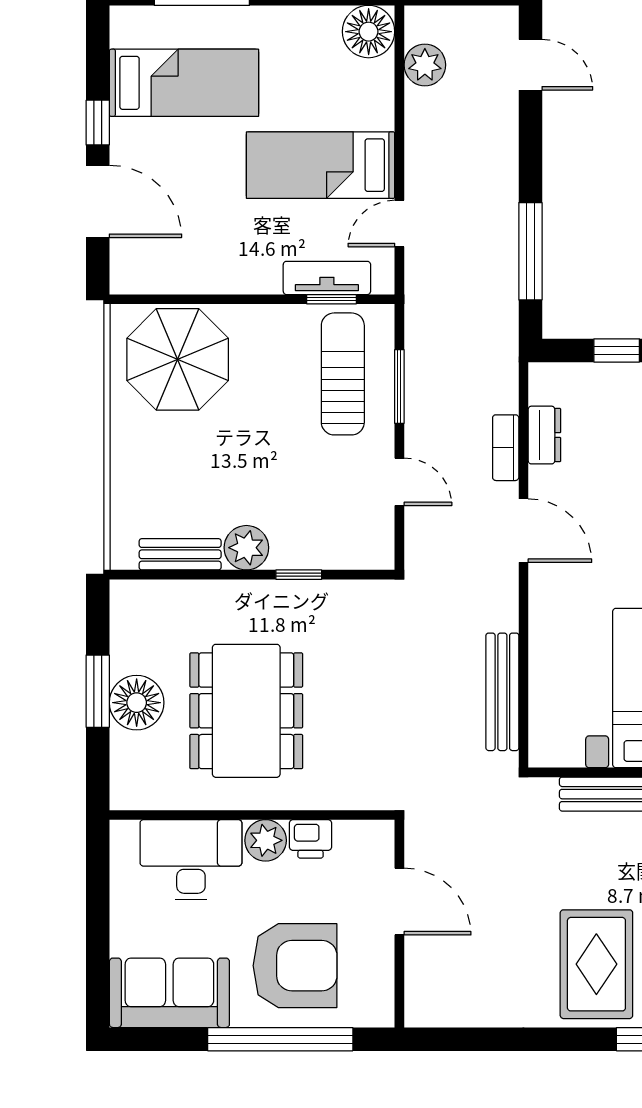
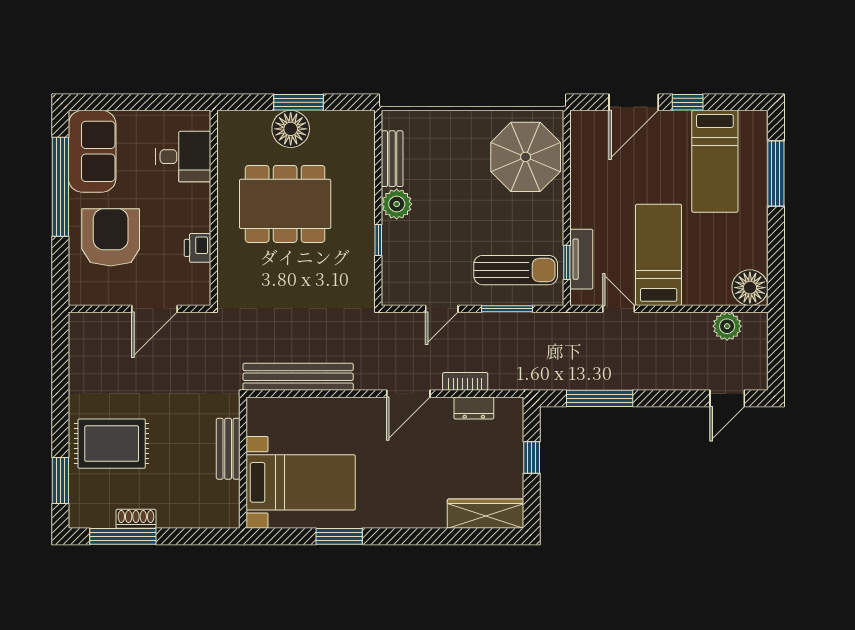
bench: (502, 692) -> (298, 377), width x1.37, depth x1.21
plant: (266, 840) -> (196, 217), removed
desk: (191, 860) -> (183, 157), width x0.73
armchair: (295, 966) -> (111, 237), turned 180
window: (280, 1039) -> (60, 187), moved

